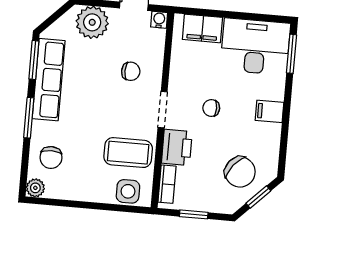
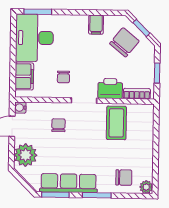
chair: (211, 108) -> (63, 77), moved
filing cabinet: (269, 111) -> (96, 25), moved
side table: (128, 191) -> (144, 121), removed

